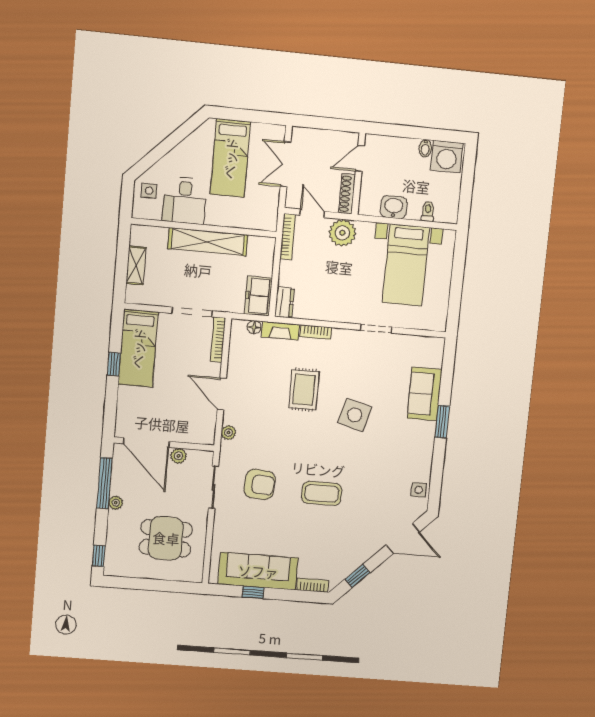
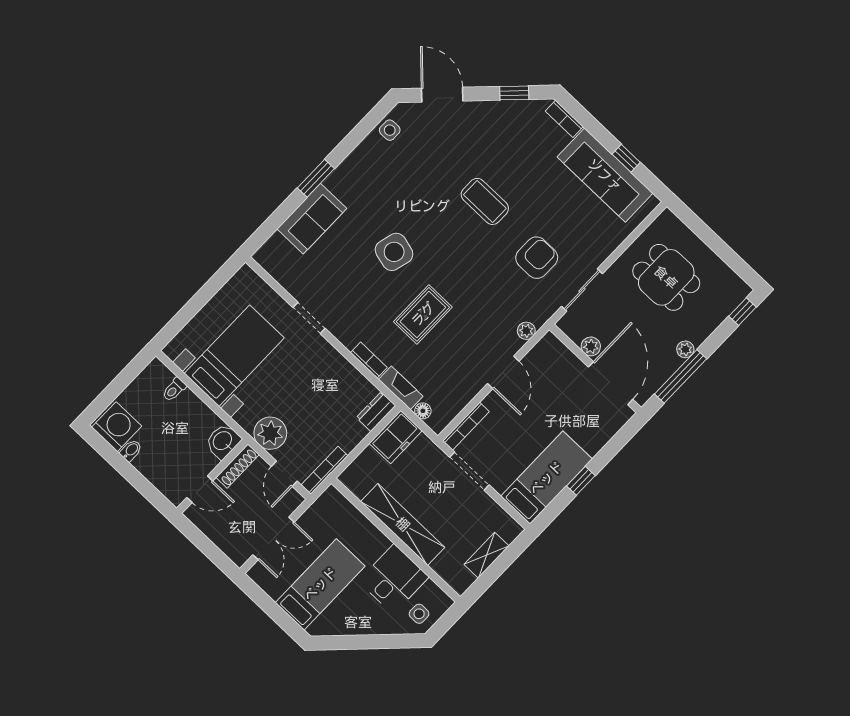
washbasin: (394, 207) -> (223, 441), moved, turned 90
armchair: (260, 484) -> (537, 258), turned 86

